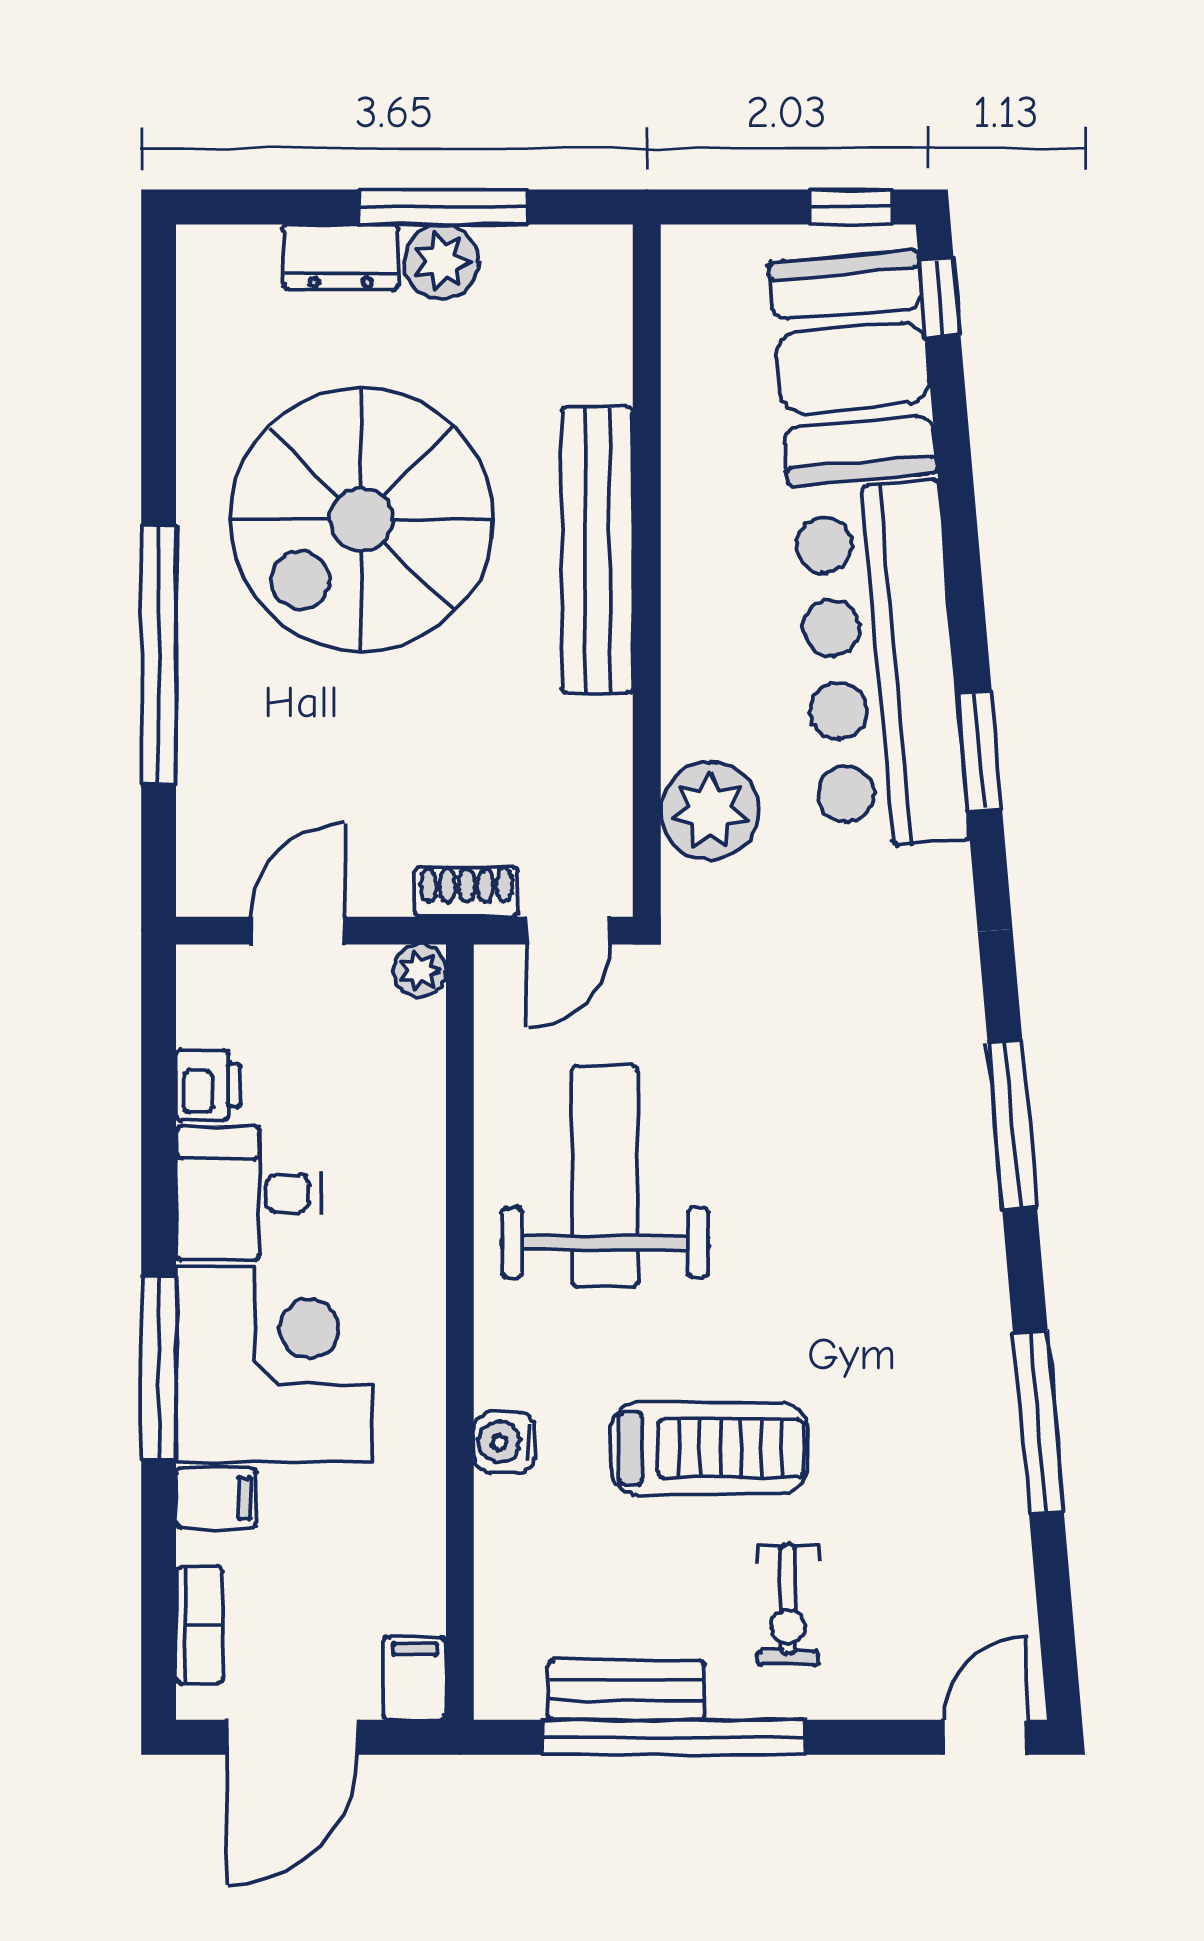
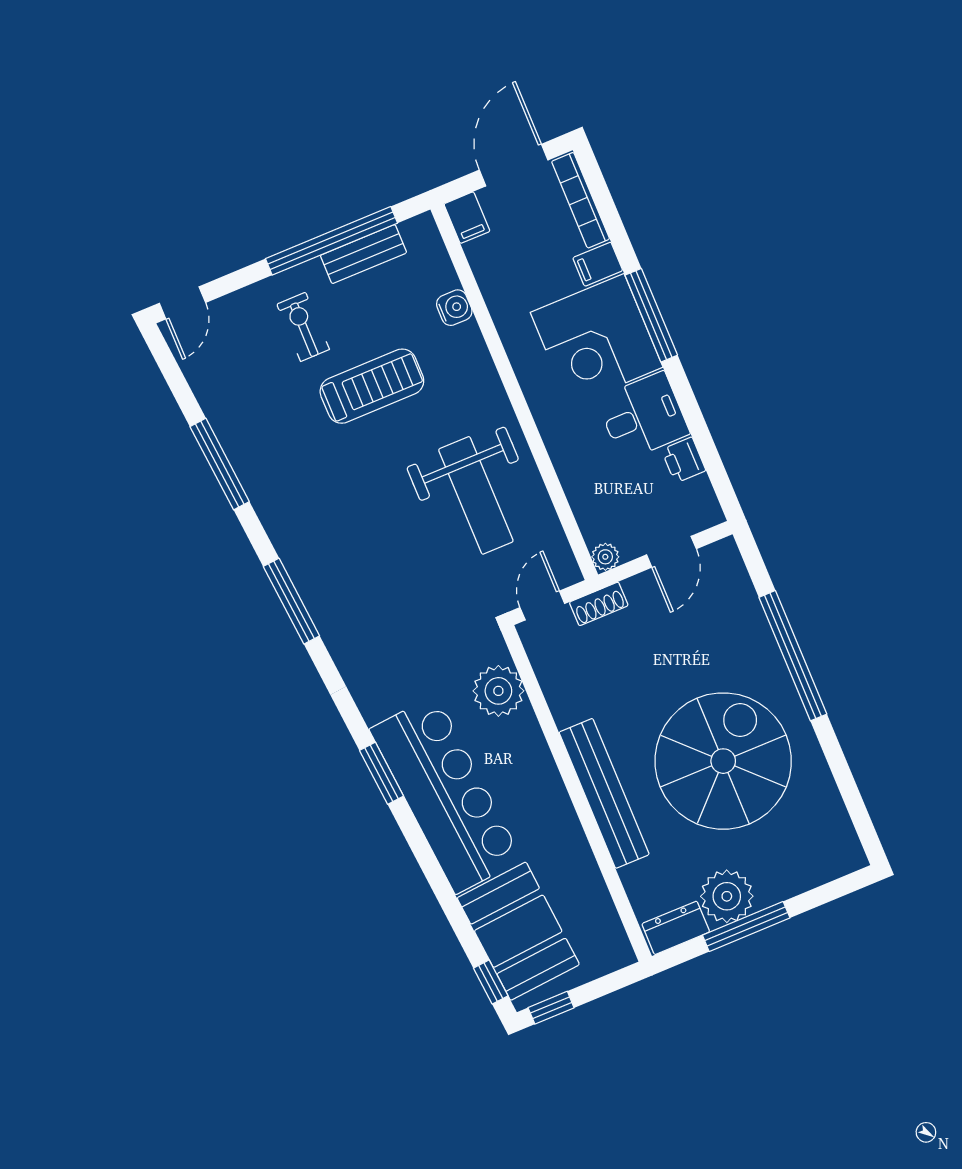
dresser: (341, 257) -> (676, 928), moved
plant: (442, 262) -> (727, 896), width x1.36, depth x1.36
water cooler: (504, 1442) -> (454, 308), moved
treadmill: (709, 1448) -> (372, 386), turned 180
bookcase: (199, 1625) -> (581, 200), width x1.56

